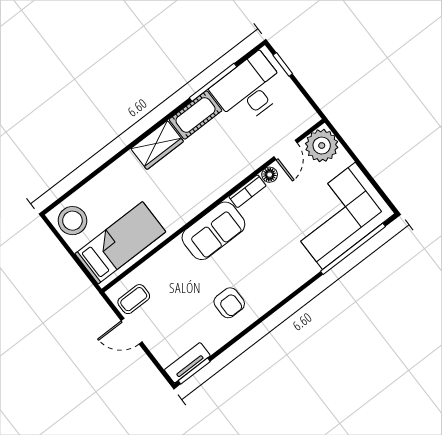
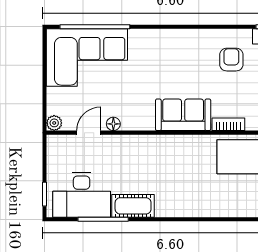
wardrobe: (157, 145) -> (176, 205), removed
plant: (322, 146) -> (54, 123), width x0.53, depth x0.53
bookcase: (247, 191) -> (228, 124), moved
armchair: (229, 303) -> (231, 60), moved

